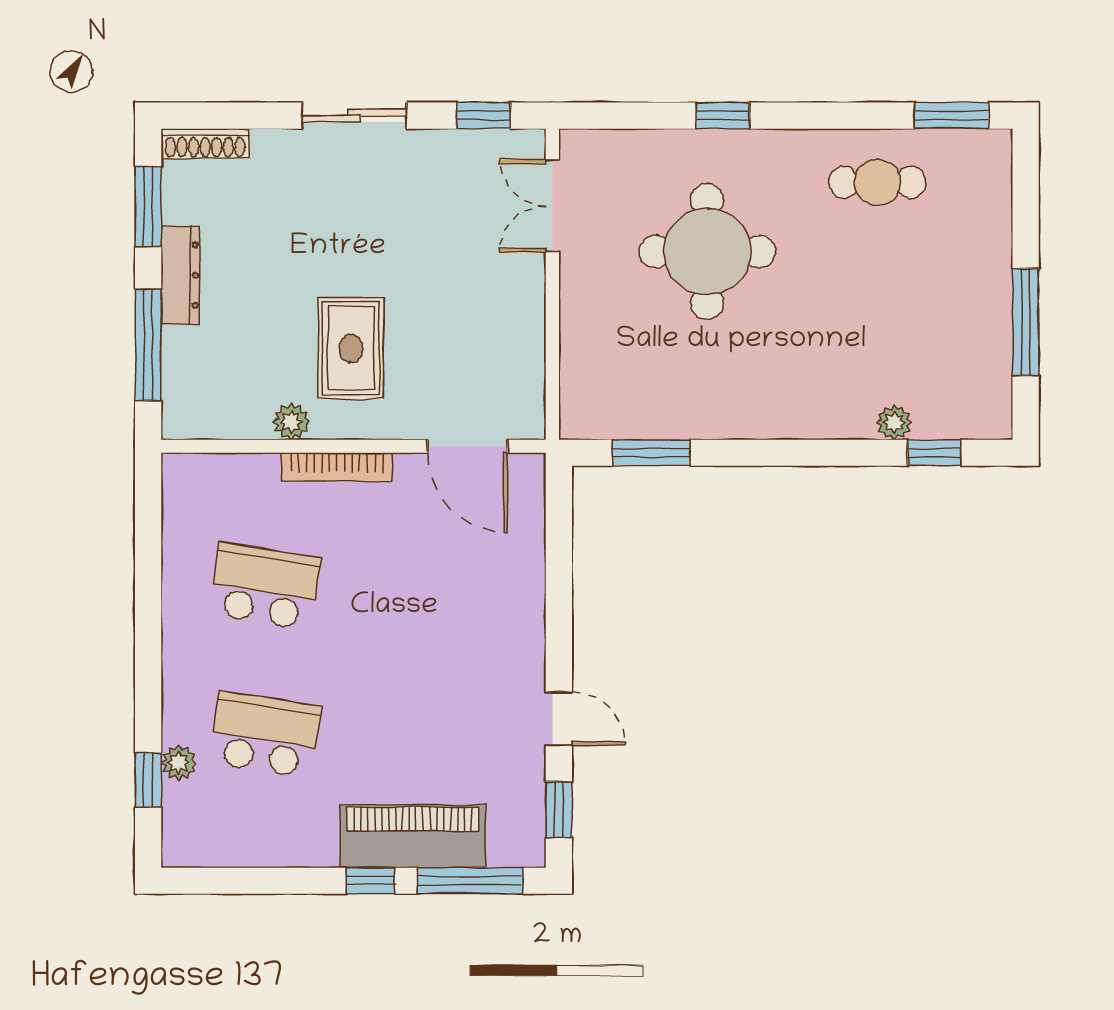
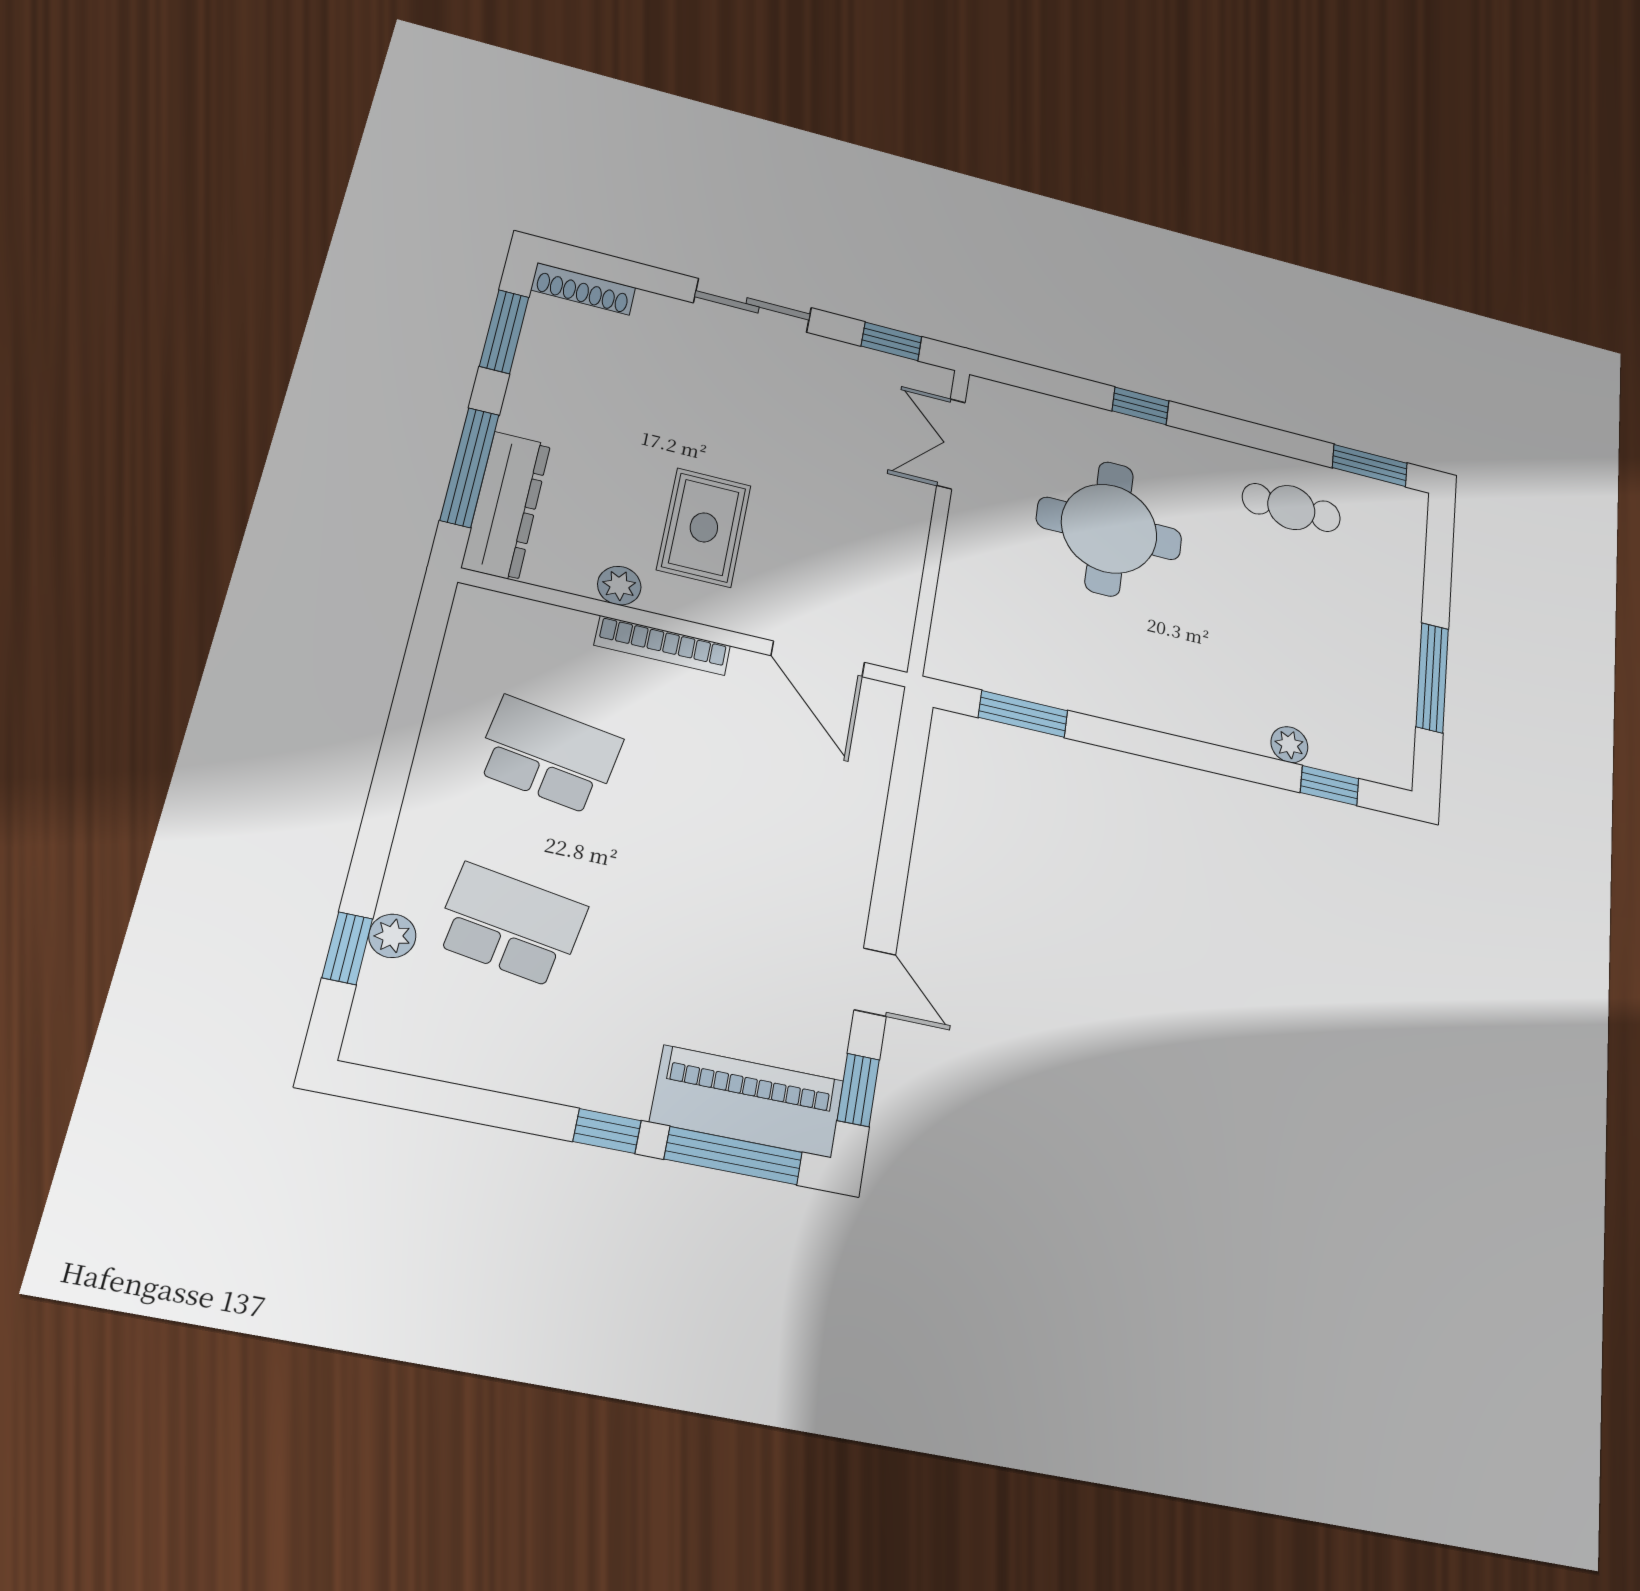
dresser: (180, 275) -> (506, 506), moved, width x1.37, depth x1.24
piano: (413, 836) -> (747, 1101), moved

